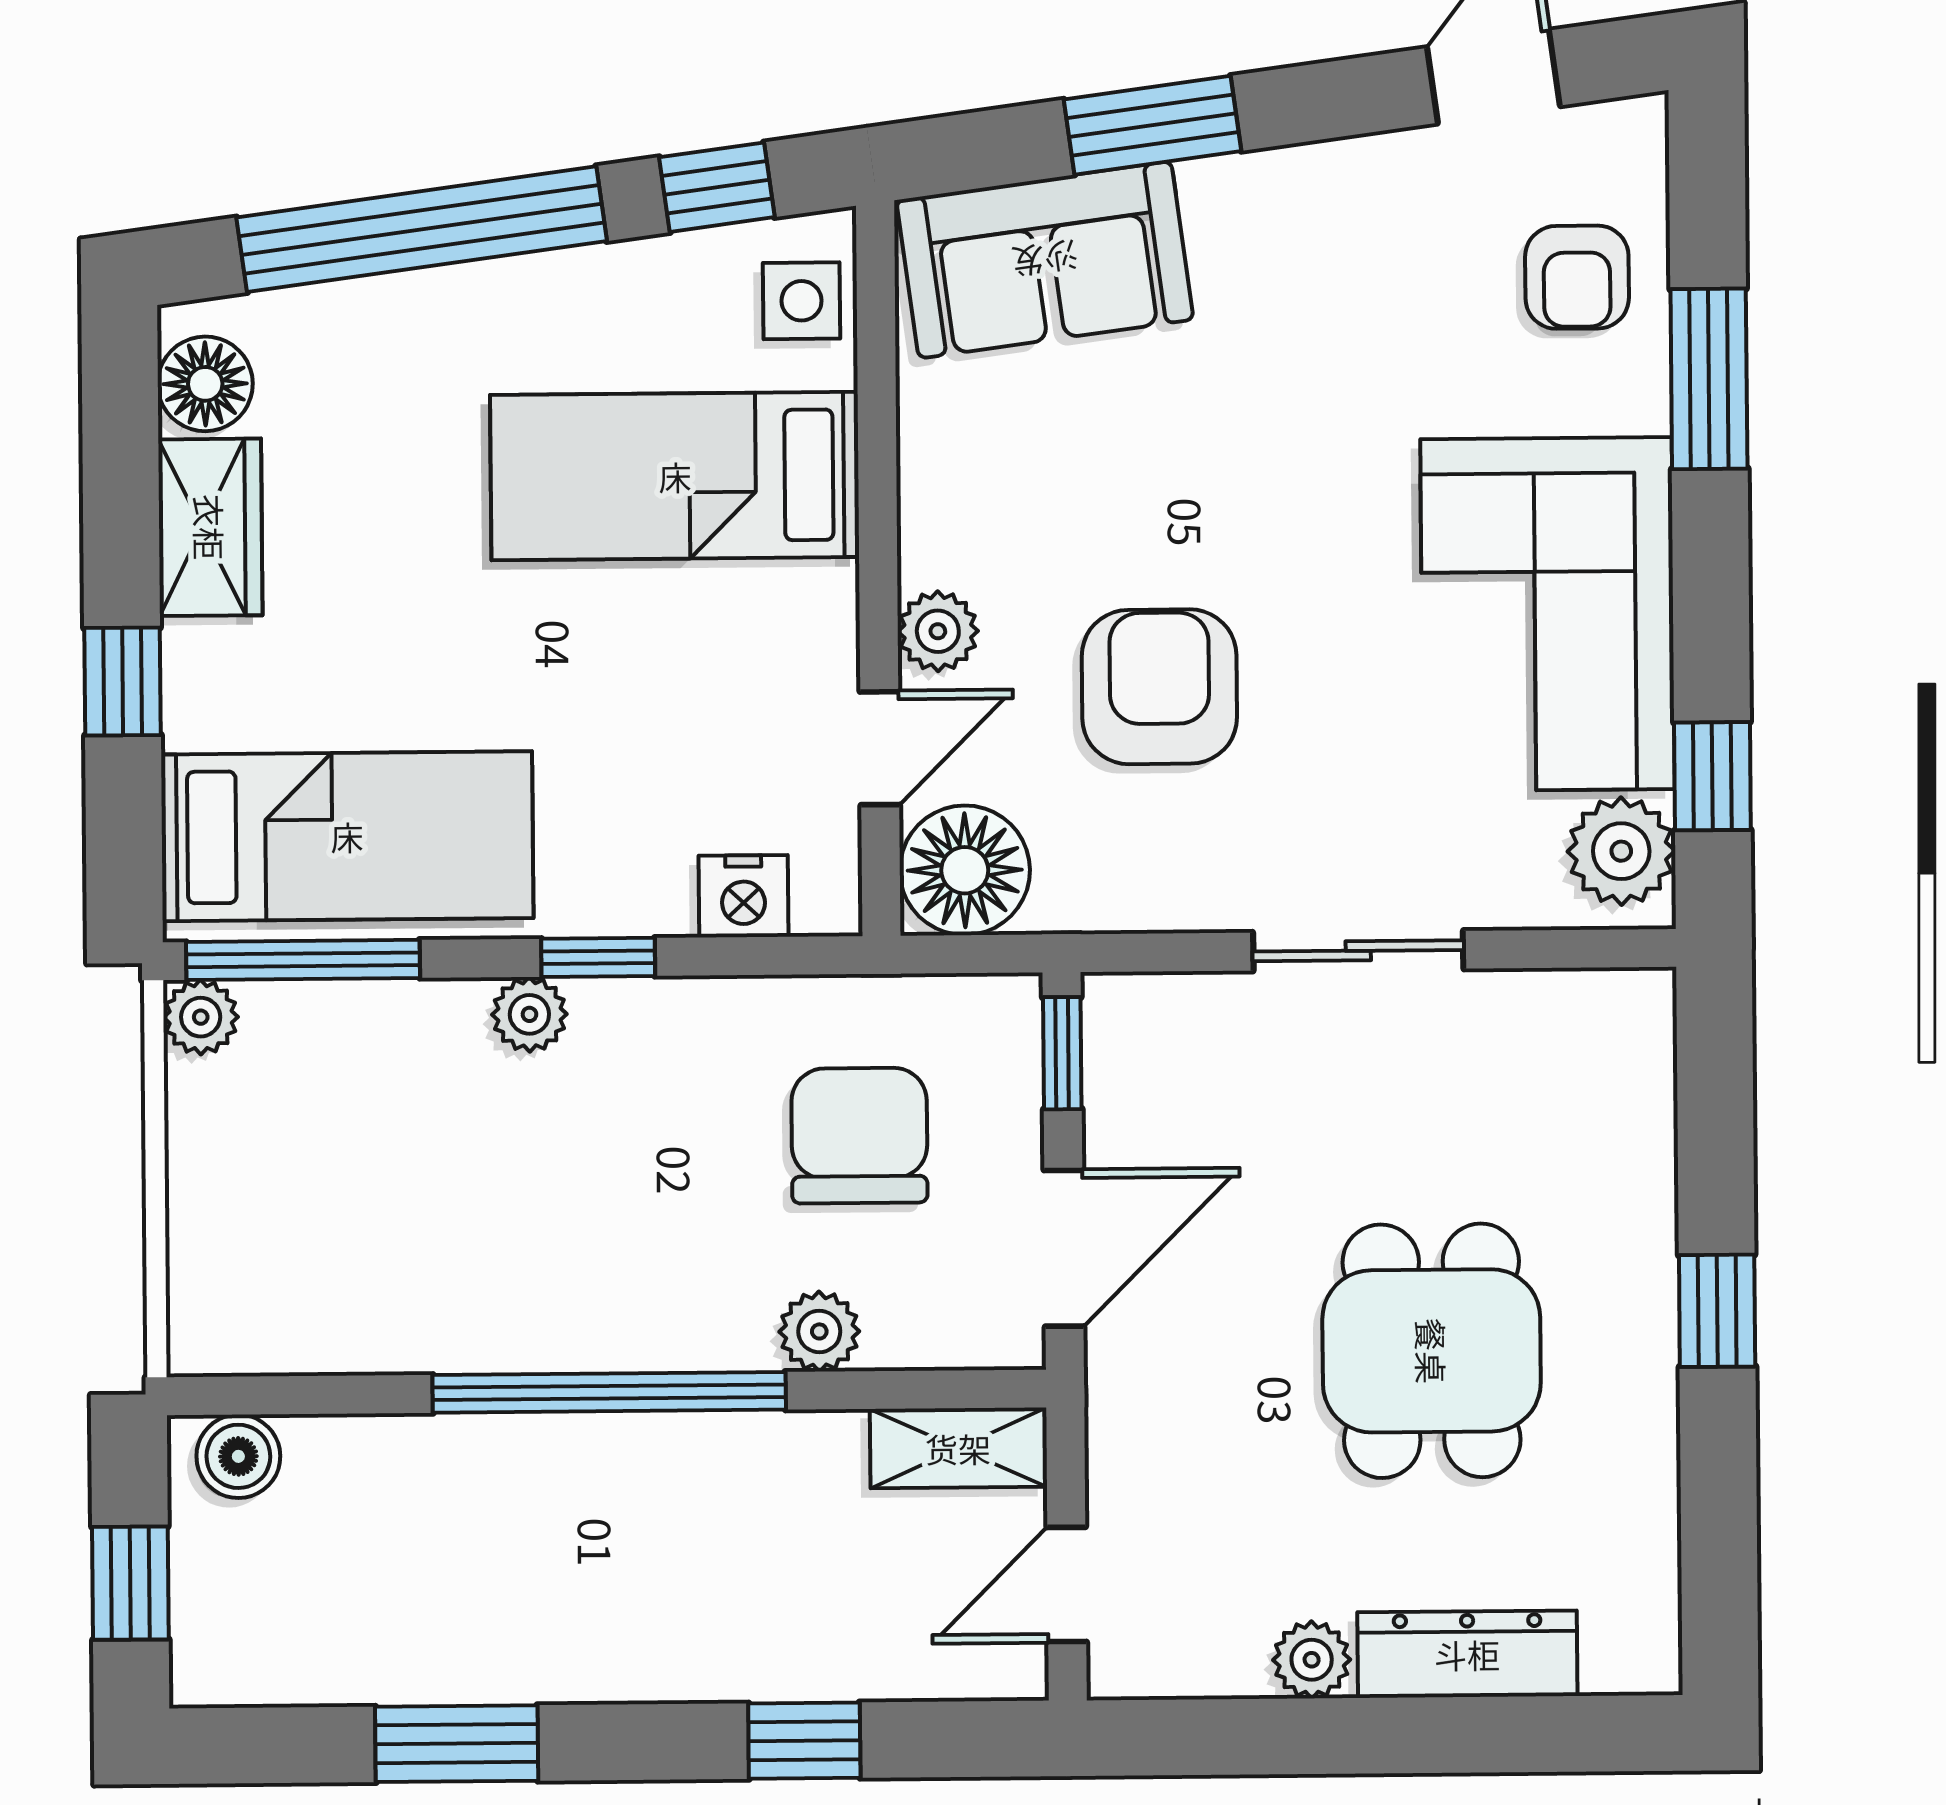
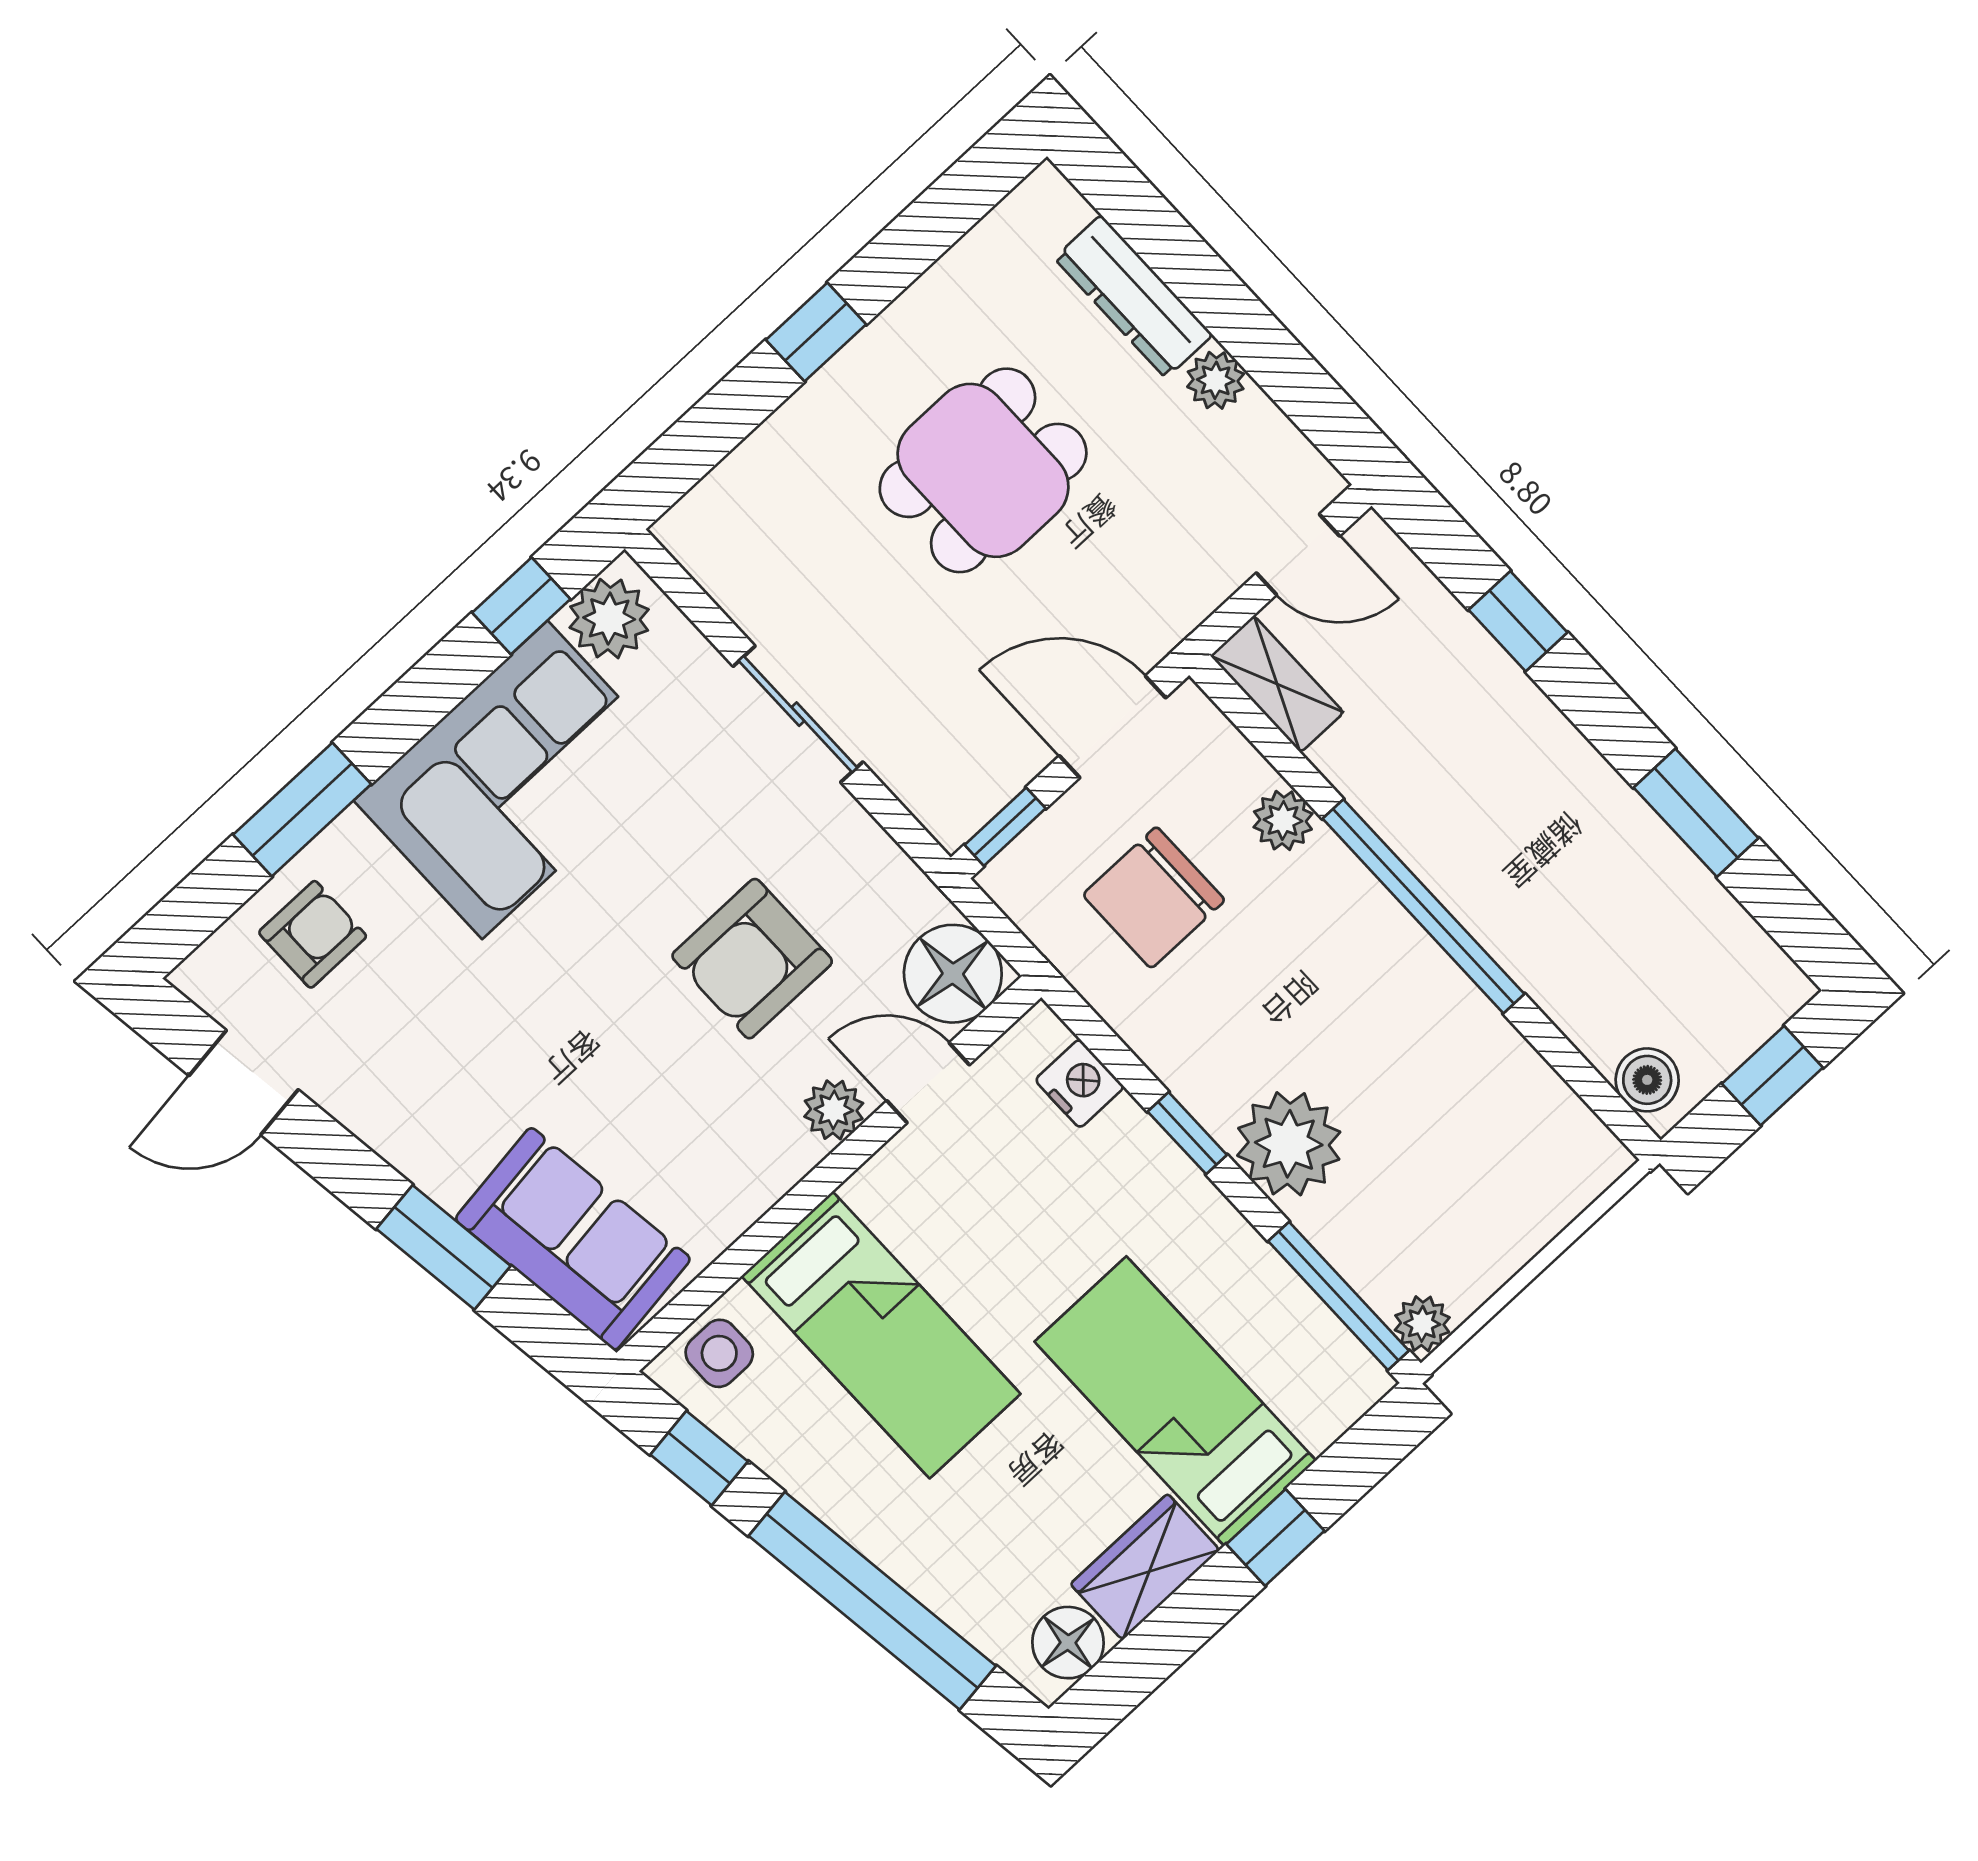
bed: (347, 836) -> (1175, 1401), moved
plant: (529, 1014) -> (1289, 1144), width x1.88, depth x1.88

